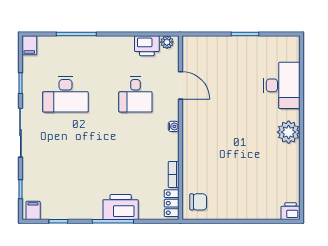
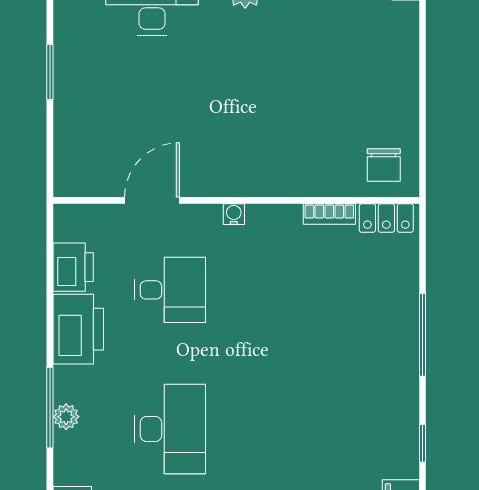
plant: (167, 42) -> (66, 417), moved
chair: (198, 202) -> (384, 165), turned 180
printer: (121, 207) -> (78, 329), moved, turned 180

